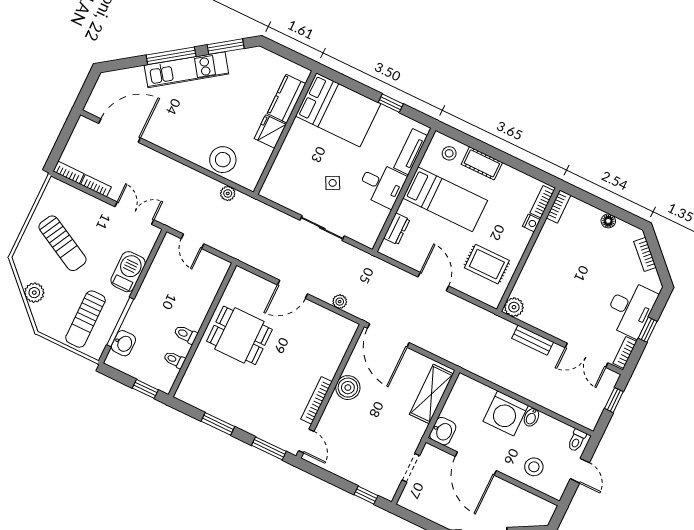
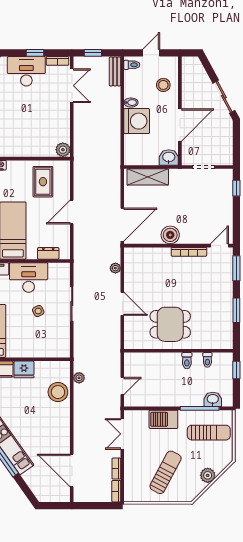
desk: (382, 185) -> (29, 278), width x1.37
dining table: (239, 335) -> (170, 324), turned 90
bench: (533, 340) -> (115, 71), moved

